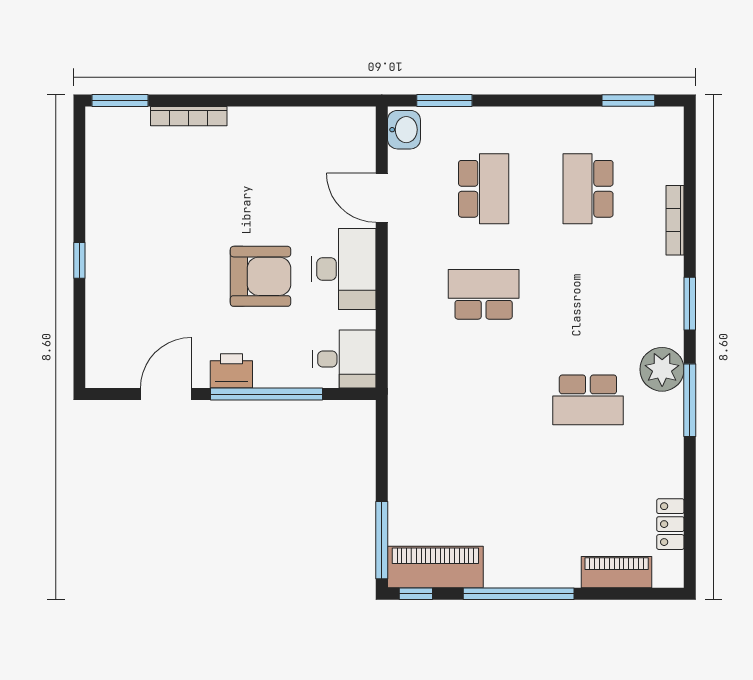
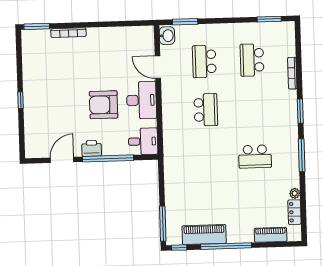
school desk: (484, 189) -> (204, 62), turned 180
armchair: (261, 276) -> (104, 105), turned 180
school desk: (484, 294) -> (206, 110), turned 90
plant: (662, 369) -> (295, 193), moved, width x0.53, depth x0.53
piano: (435, 567) -> (204, 235), moved

